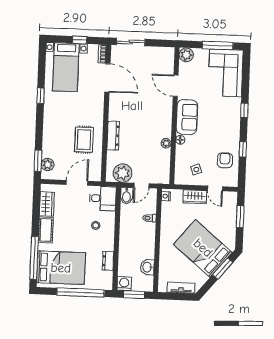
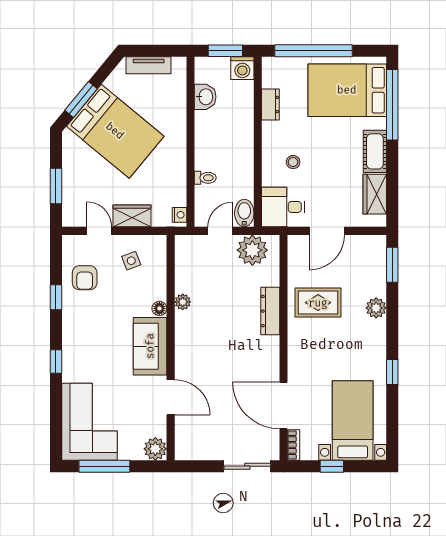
rug: (84, 140) -> (318, 303), turned 90
plant: (48, 164) -> (376, 308), moved

